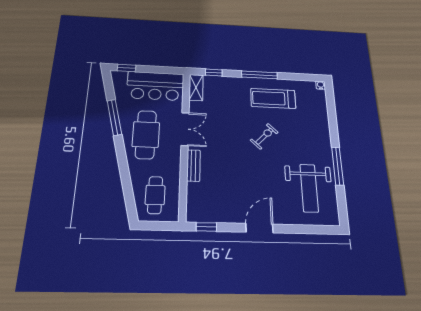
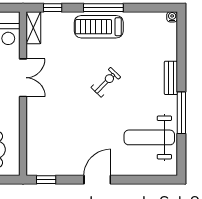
treadmill: (273, 98) -> (99, 27), moved
bench: (193, 165) -> (171, 78), moved
weight bench: (309, 188) -> (149, 137), turned 90

